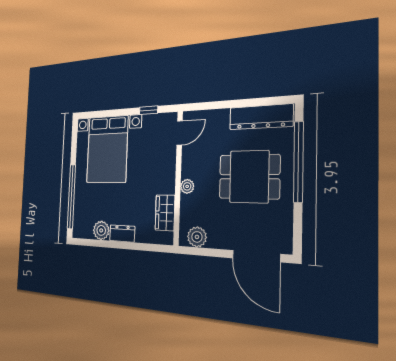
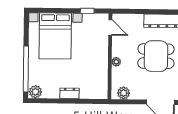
door: (180, 133) -> (110, 27), hinge flipped
wardrobe: (165, 213) -> (101, 79), removed
plant: (101, 230) -> (35, 92), moved

